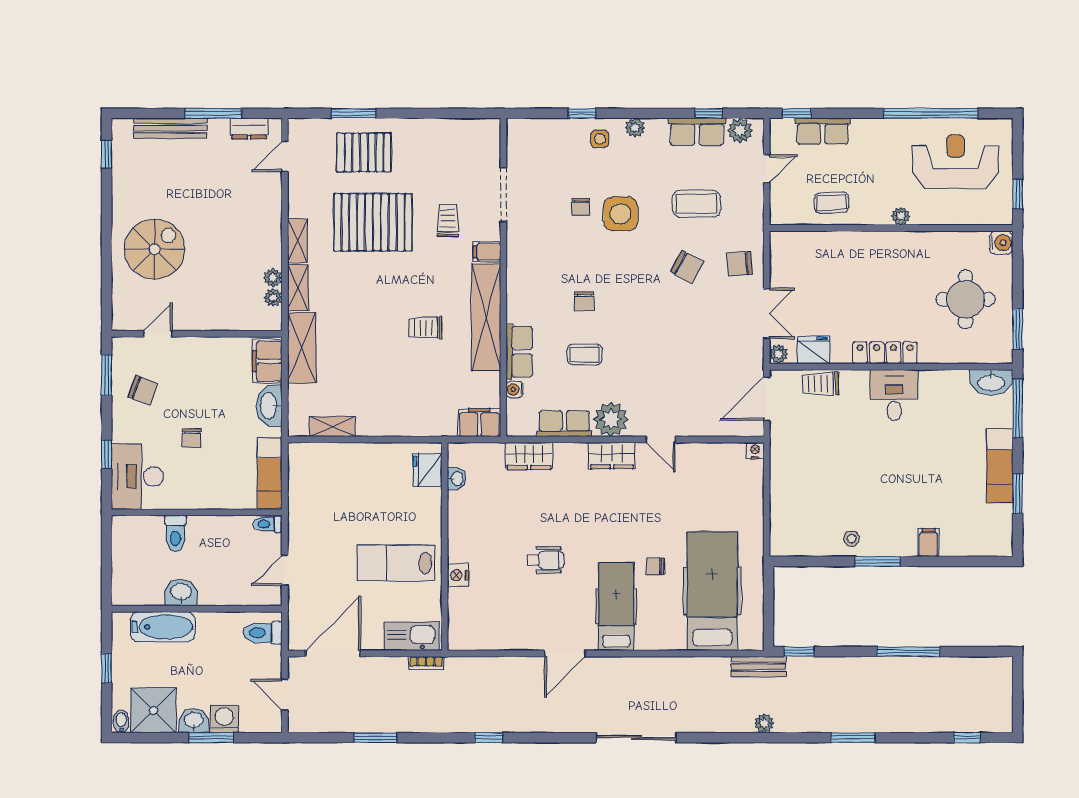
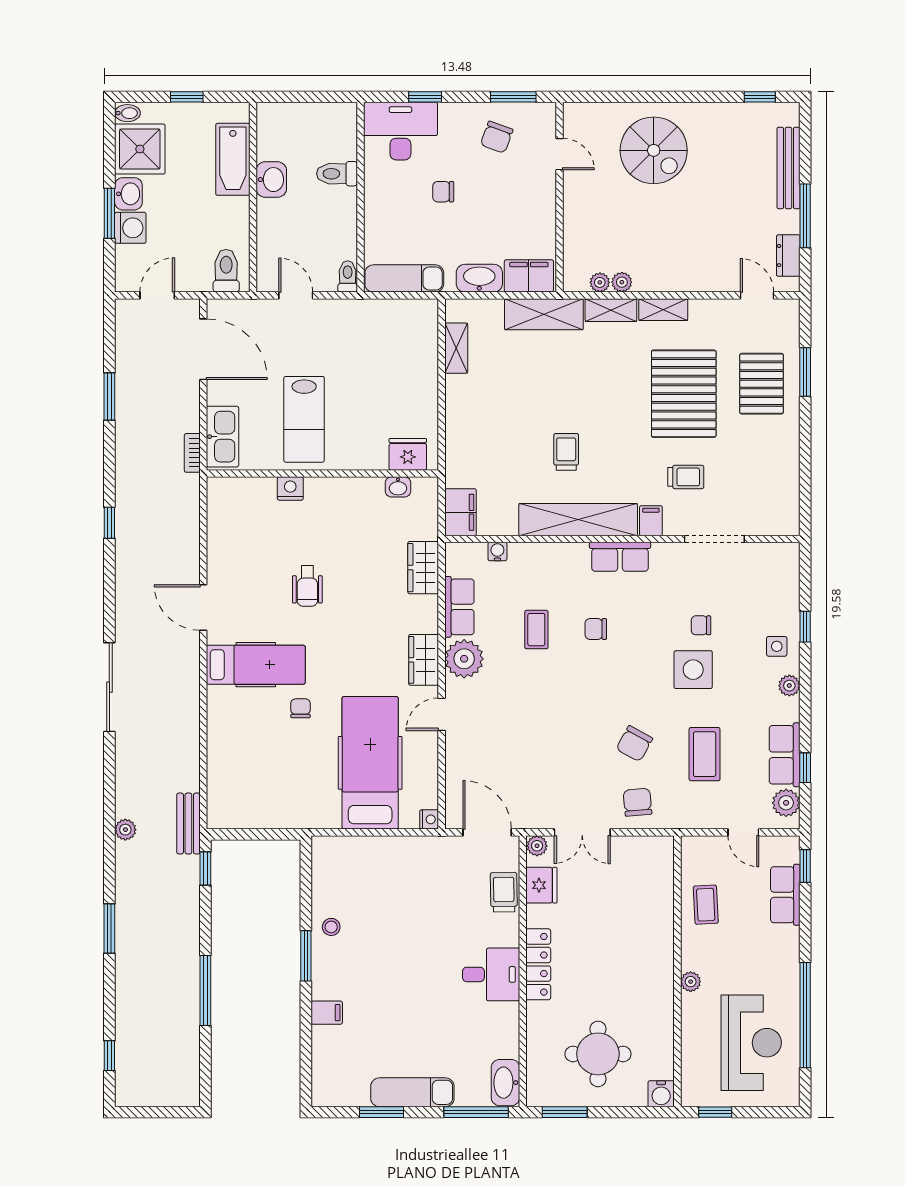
row of seats: (519, 352) -> (620, 557), moved
lab bench: (396, 563) -> (304, 419), turned 180
hospital bed: (712, 591) -> (370, 763), moved, turned -90

